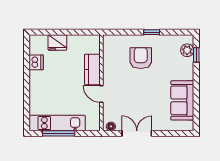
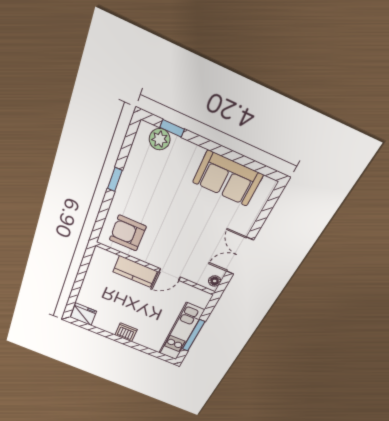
fridge: (57, 43) -> (83, 314), moved, turned -90
armchair: (141, 58) -> (128, 233), moved
dishwasher: (36, 62) -> (126, 332), moved

